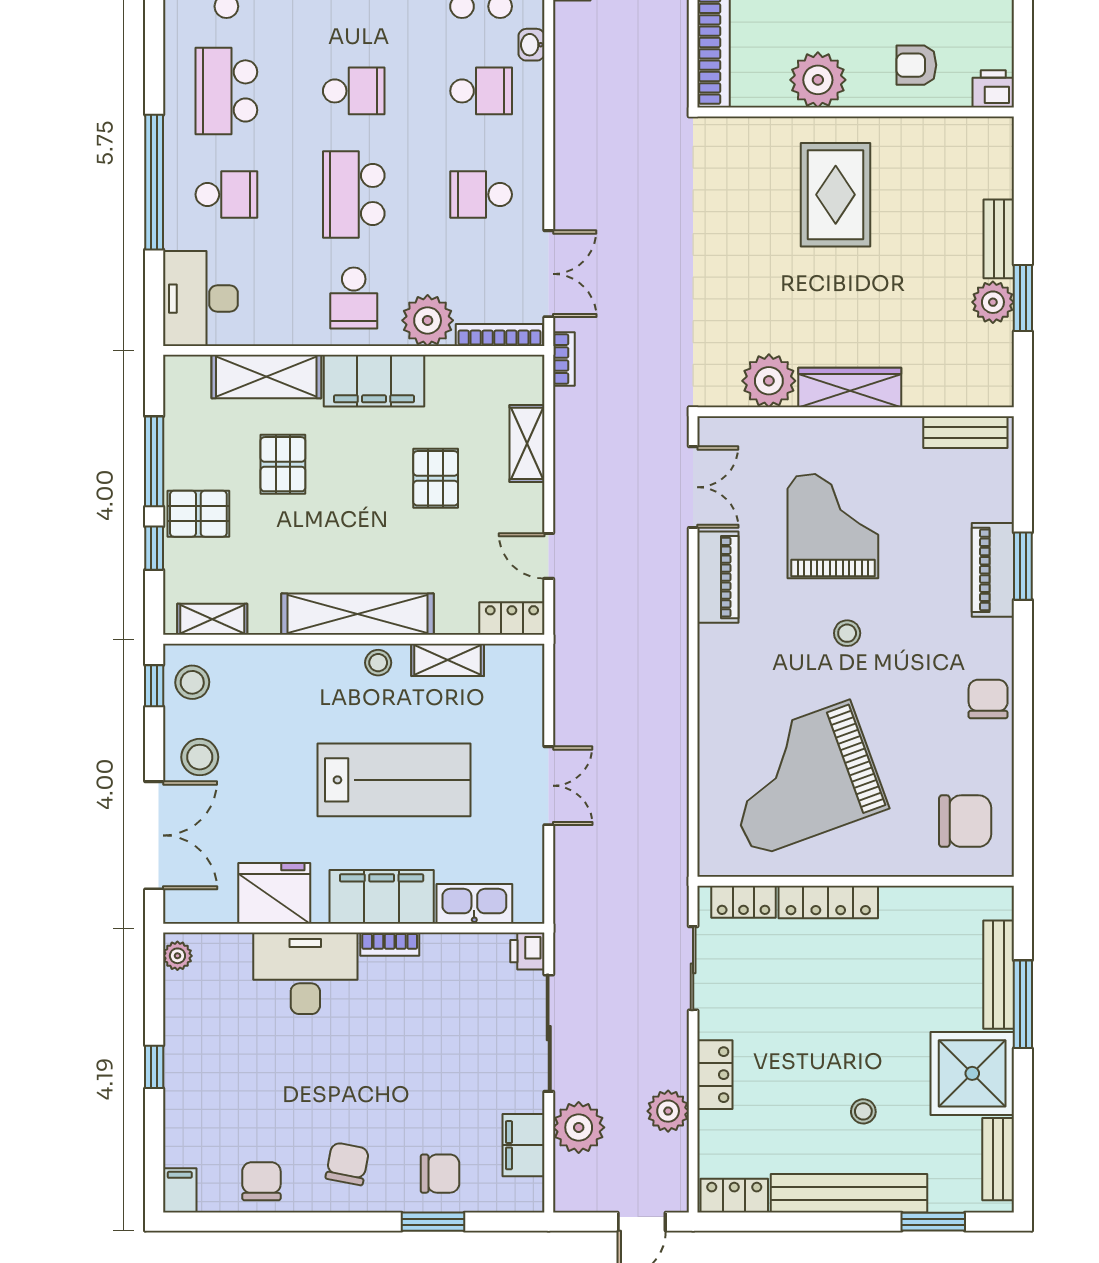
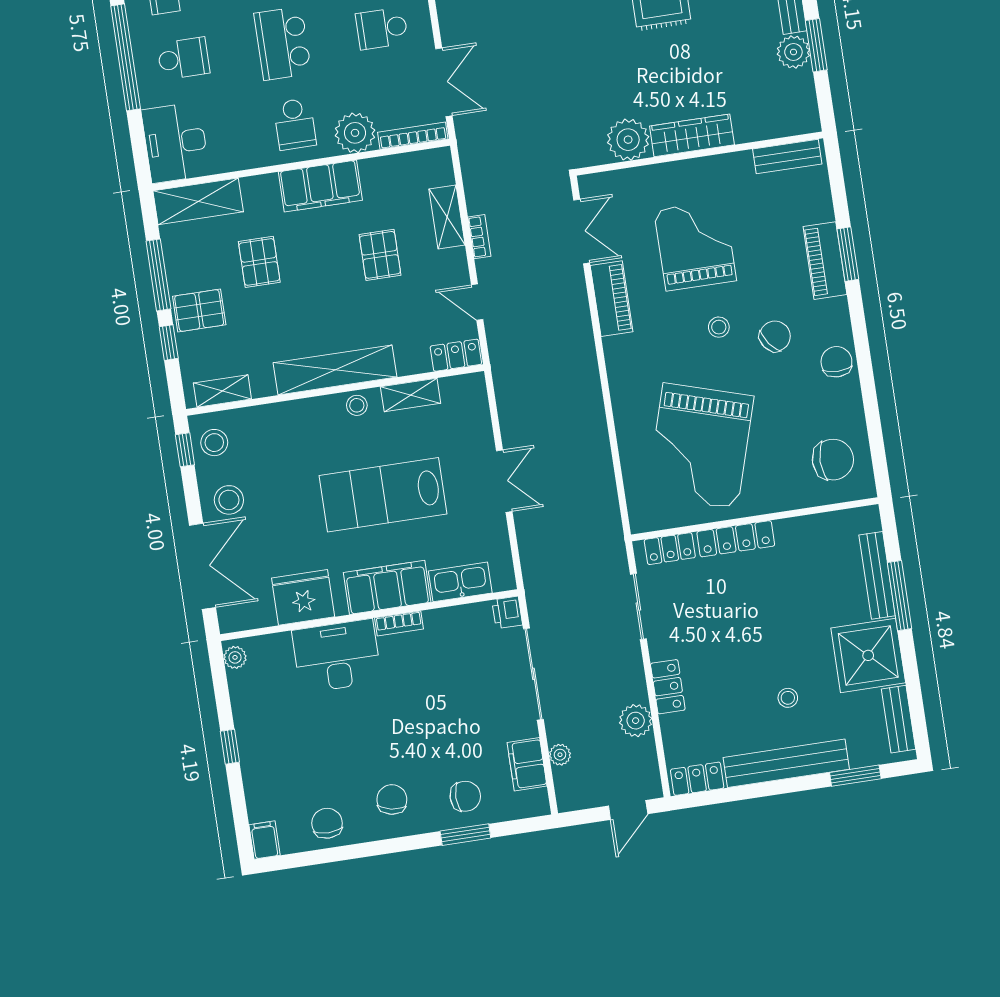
bookcase: (564, 359) -> (479, 237), moved
shelving: (266, 377) -> (198, 201), moved
chair: (916, 655) -> (775, 336), added
grand piano: (801, 779) -> (700, 446), turned -53
lab bench: (394, 780) -> (383, 495), turned 180
plant: (579, 1127) -> (560, 755), width x0.53, depth x0.53

